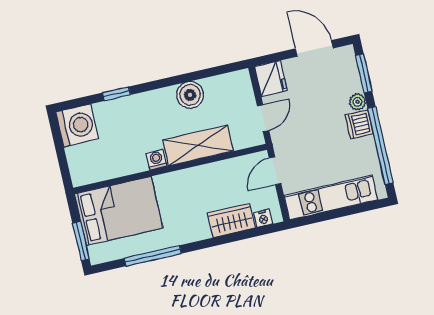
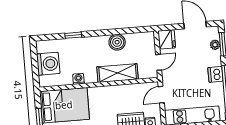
plant: (357, 102) -> (215, 45), moved
washing machine: (77, 125) -> (48, 64), moved
washing machine: (157, 160) -> (78, 79), moved

